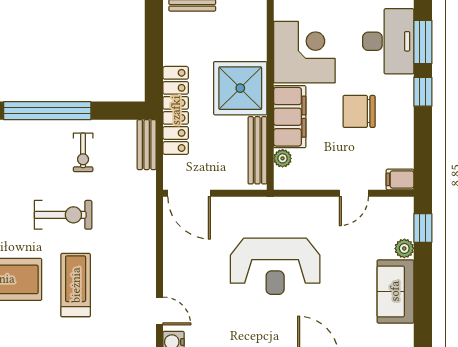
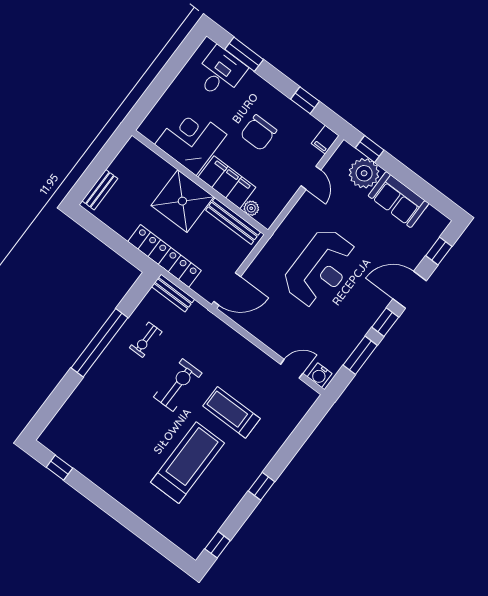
desk: (388, 41) -> (220, 73), width x0.73
window: (423, 92) -> (305, 100), moved
exercise bike: (83, 152) -> (146, 340), turned 90
plant: (404, 248) -> (364, 173), width x1.88, depth x1.88

